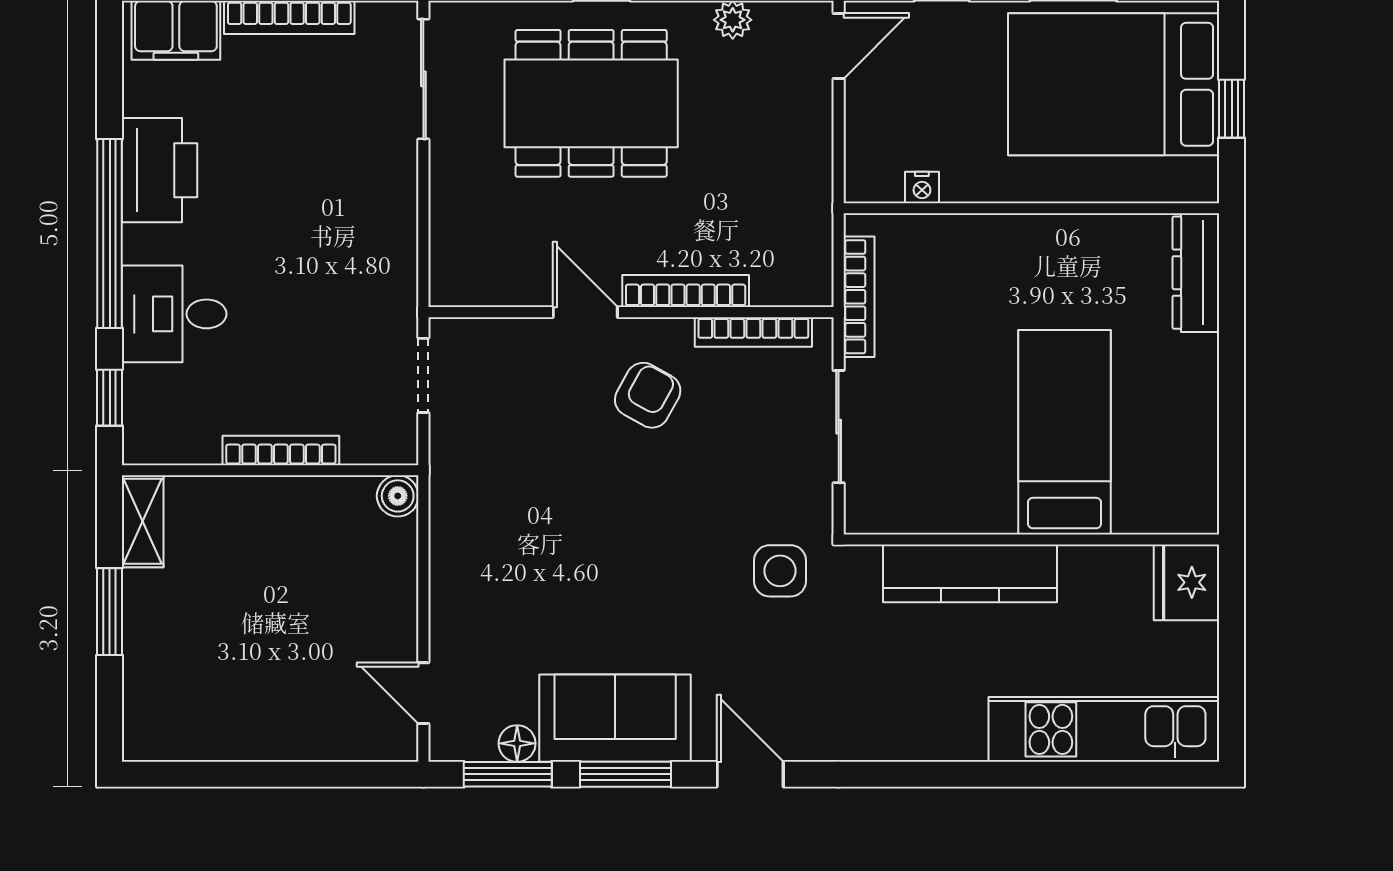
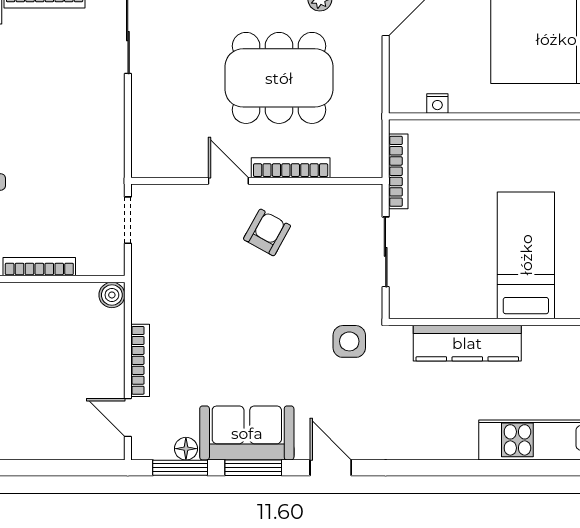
dining table: (591, 103) -> (279, 78), moved
bookcase: (753, 332) -> (140, 360), moved, turned -90

